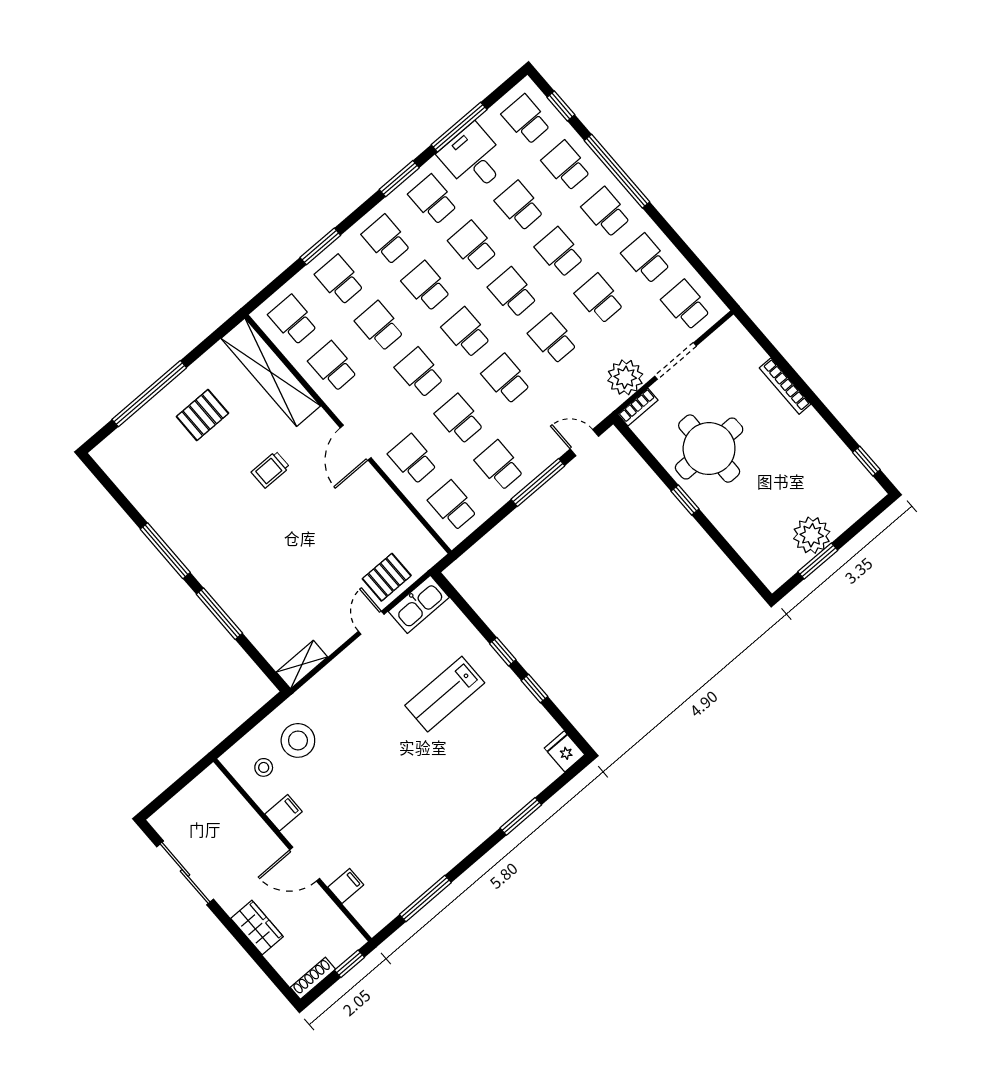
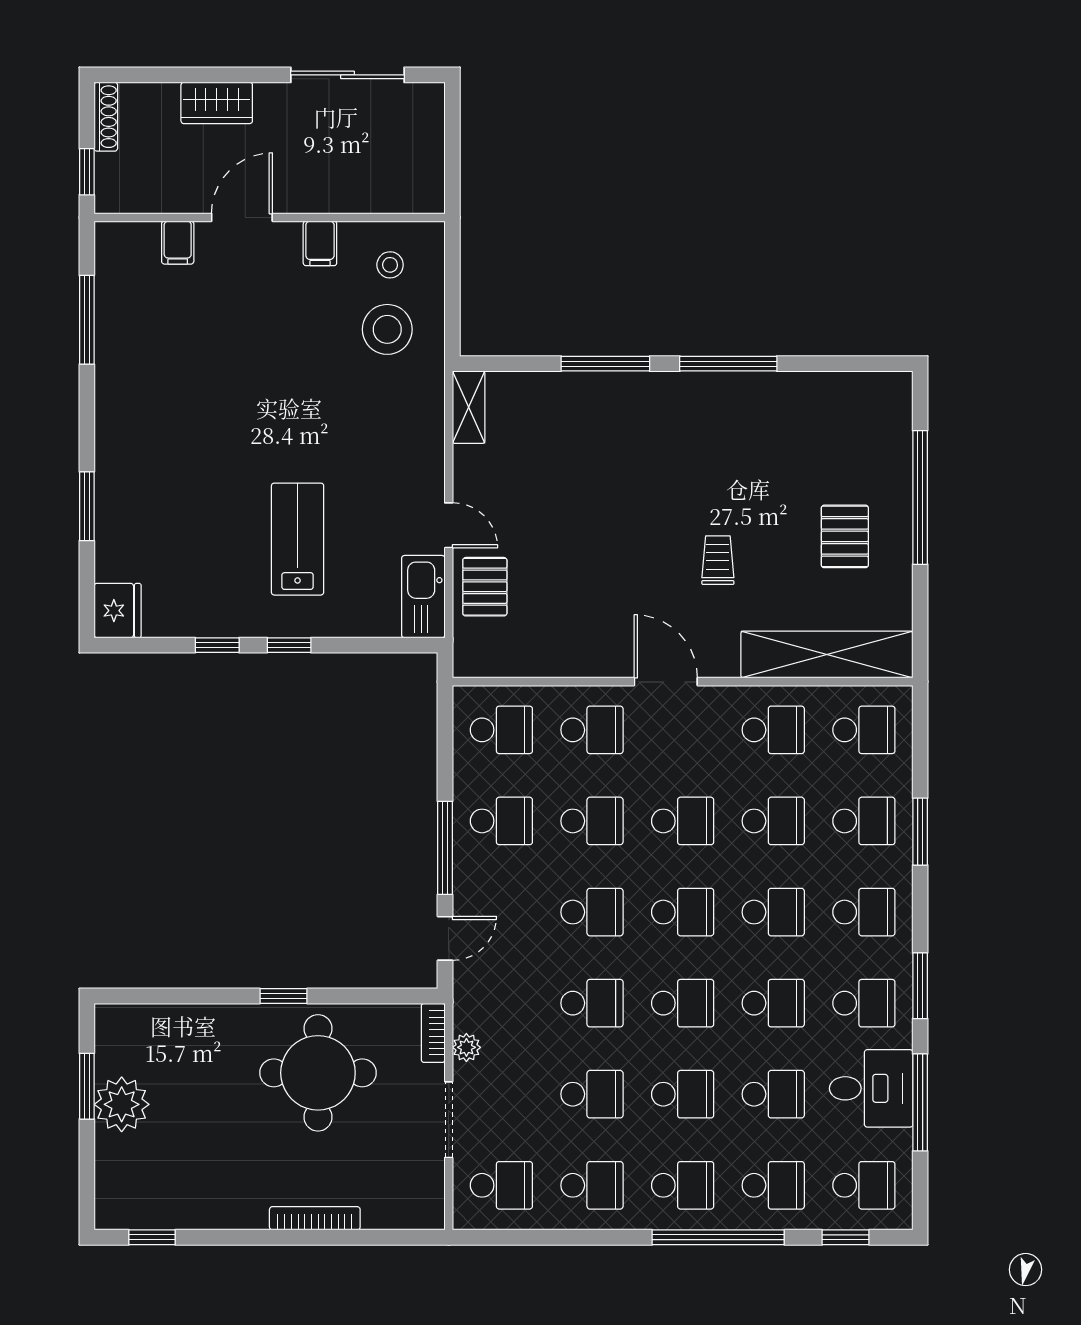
plant: (625, 377) -> (466, 1047), width x0.53, depth x0.53
fridge: (565, 751) -> (118, 611), width x1.38

